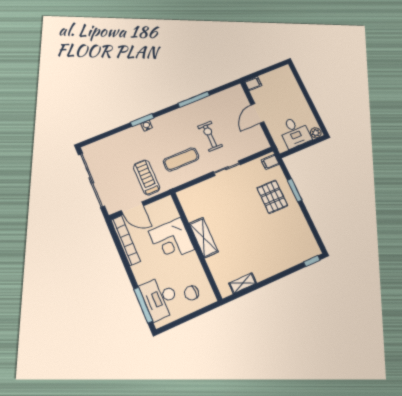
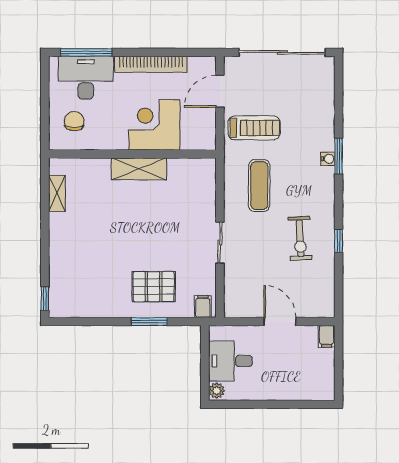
window: (194, 99) -> (339, 241), width x0.46
exercise bike: (210, 136) -> (300, 238), moved, turned 87
bookcase: (126, 241) -> (151, 64), moved

